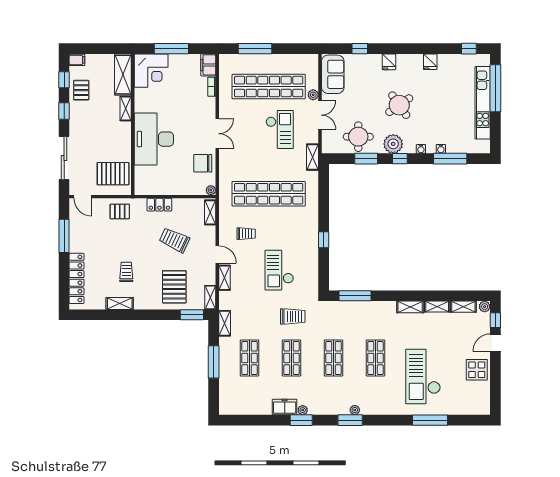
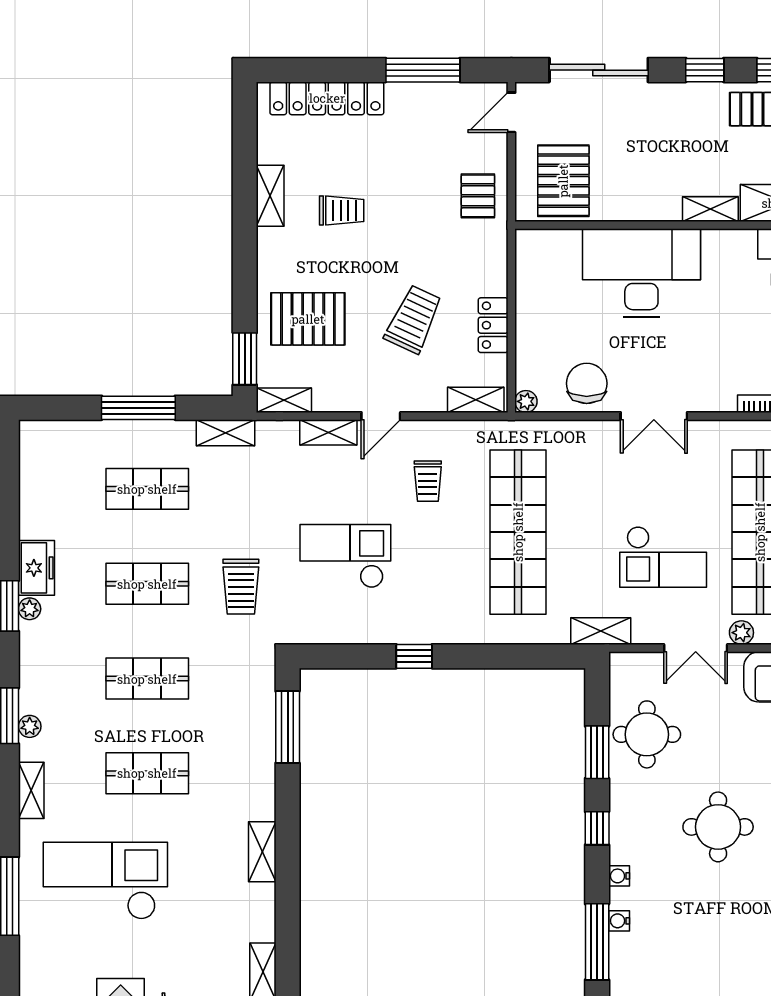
round table: (399, 105) -> (718, 827), turned 35
plant: (393, 144) -> (631, 813), removed
locker: (159, 205) -> (493, 325), moved
shelving: (437, 307) -> (31, 790), moved

